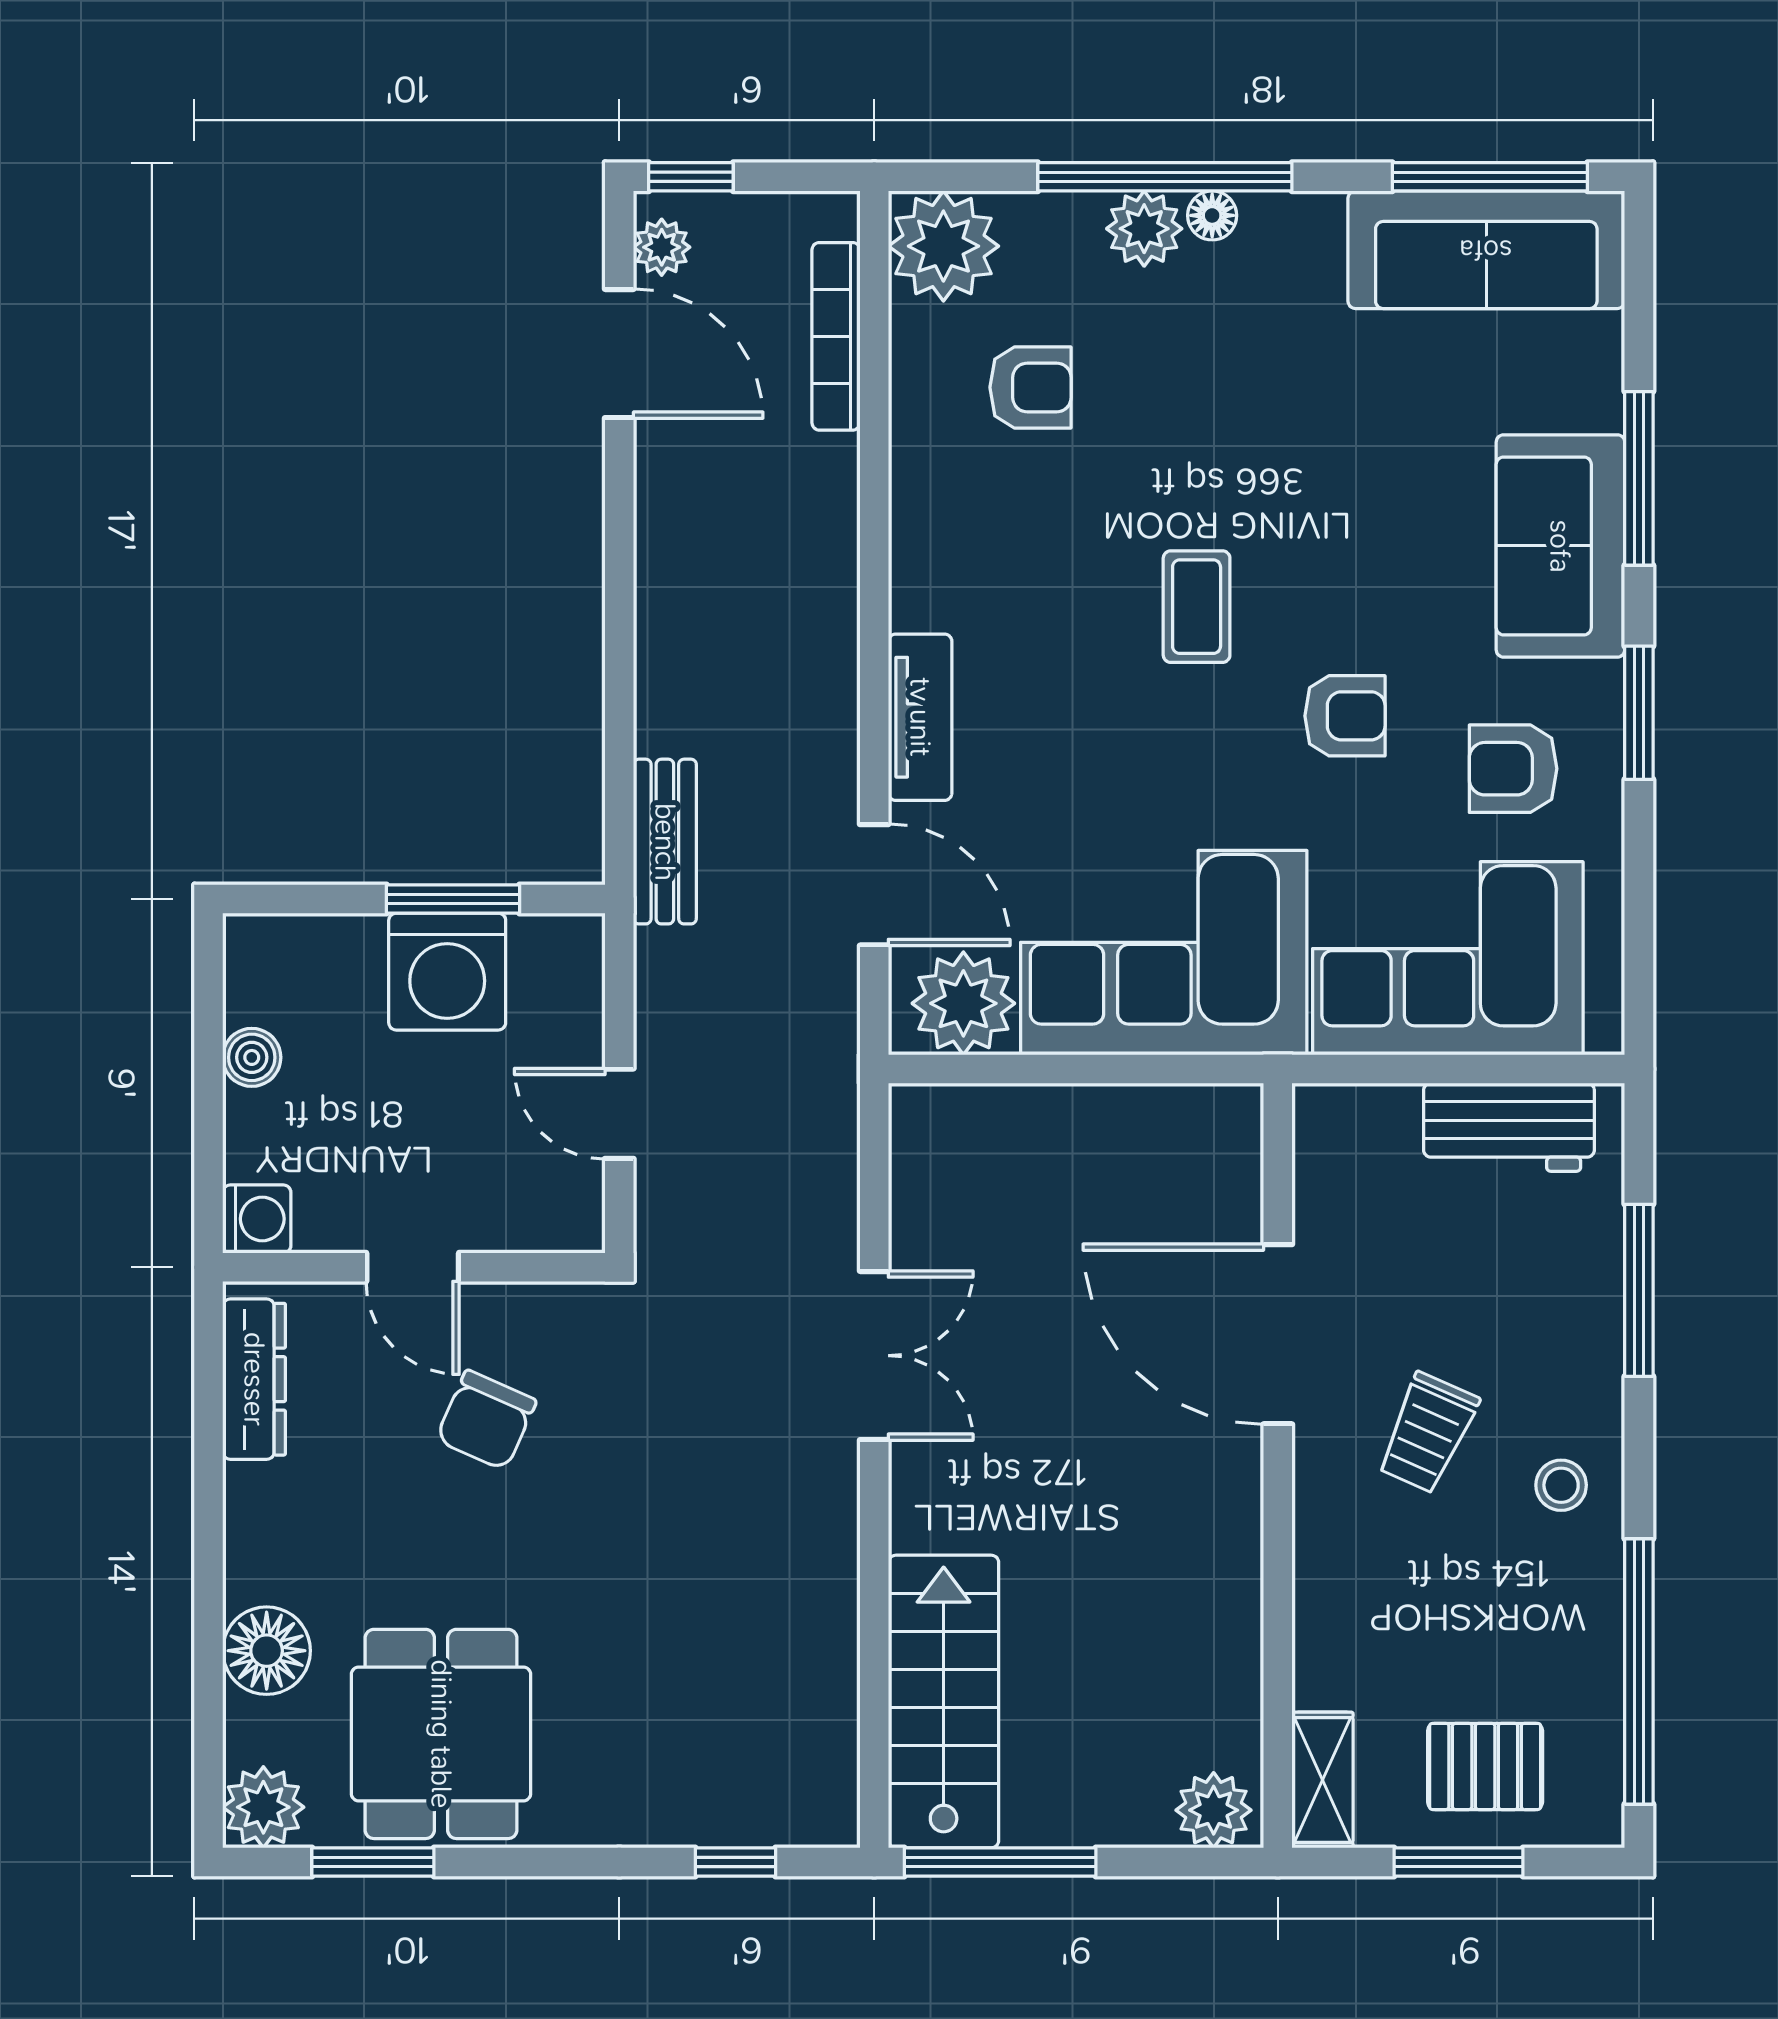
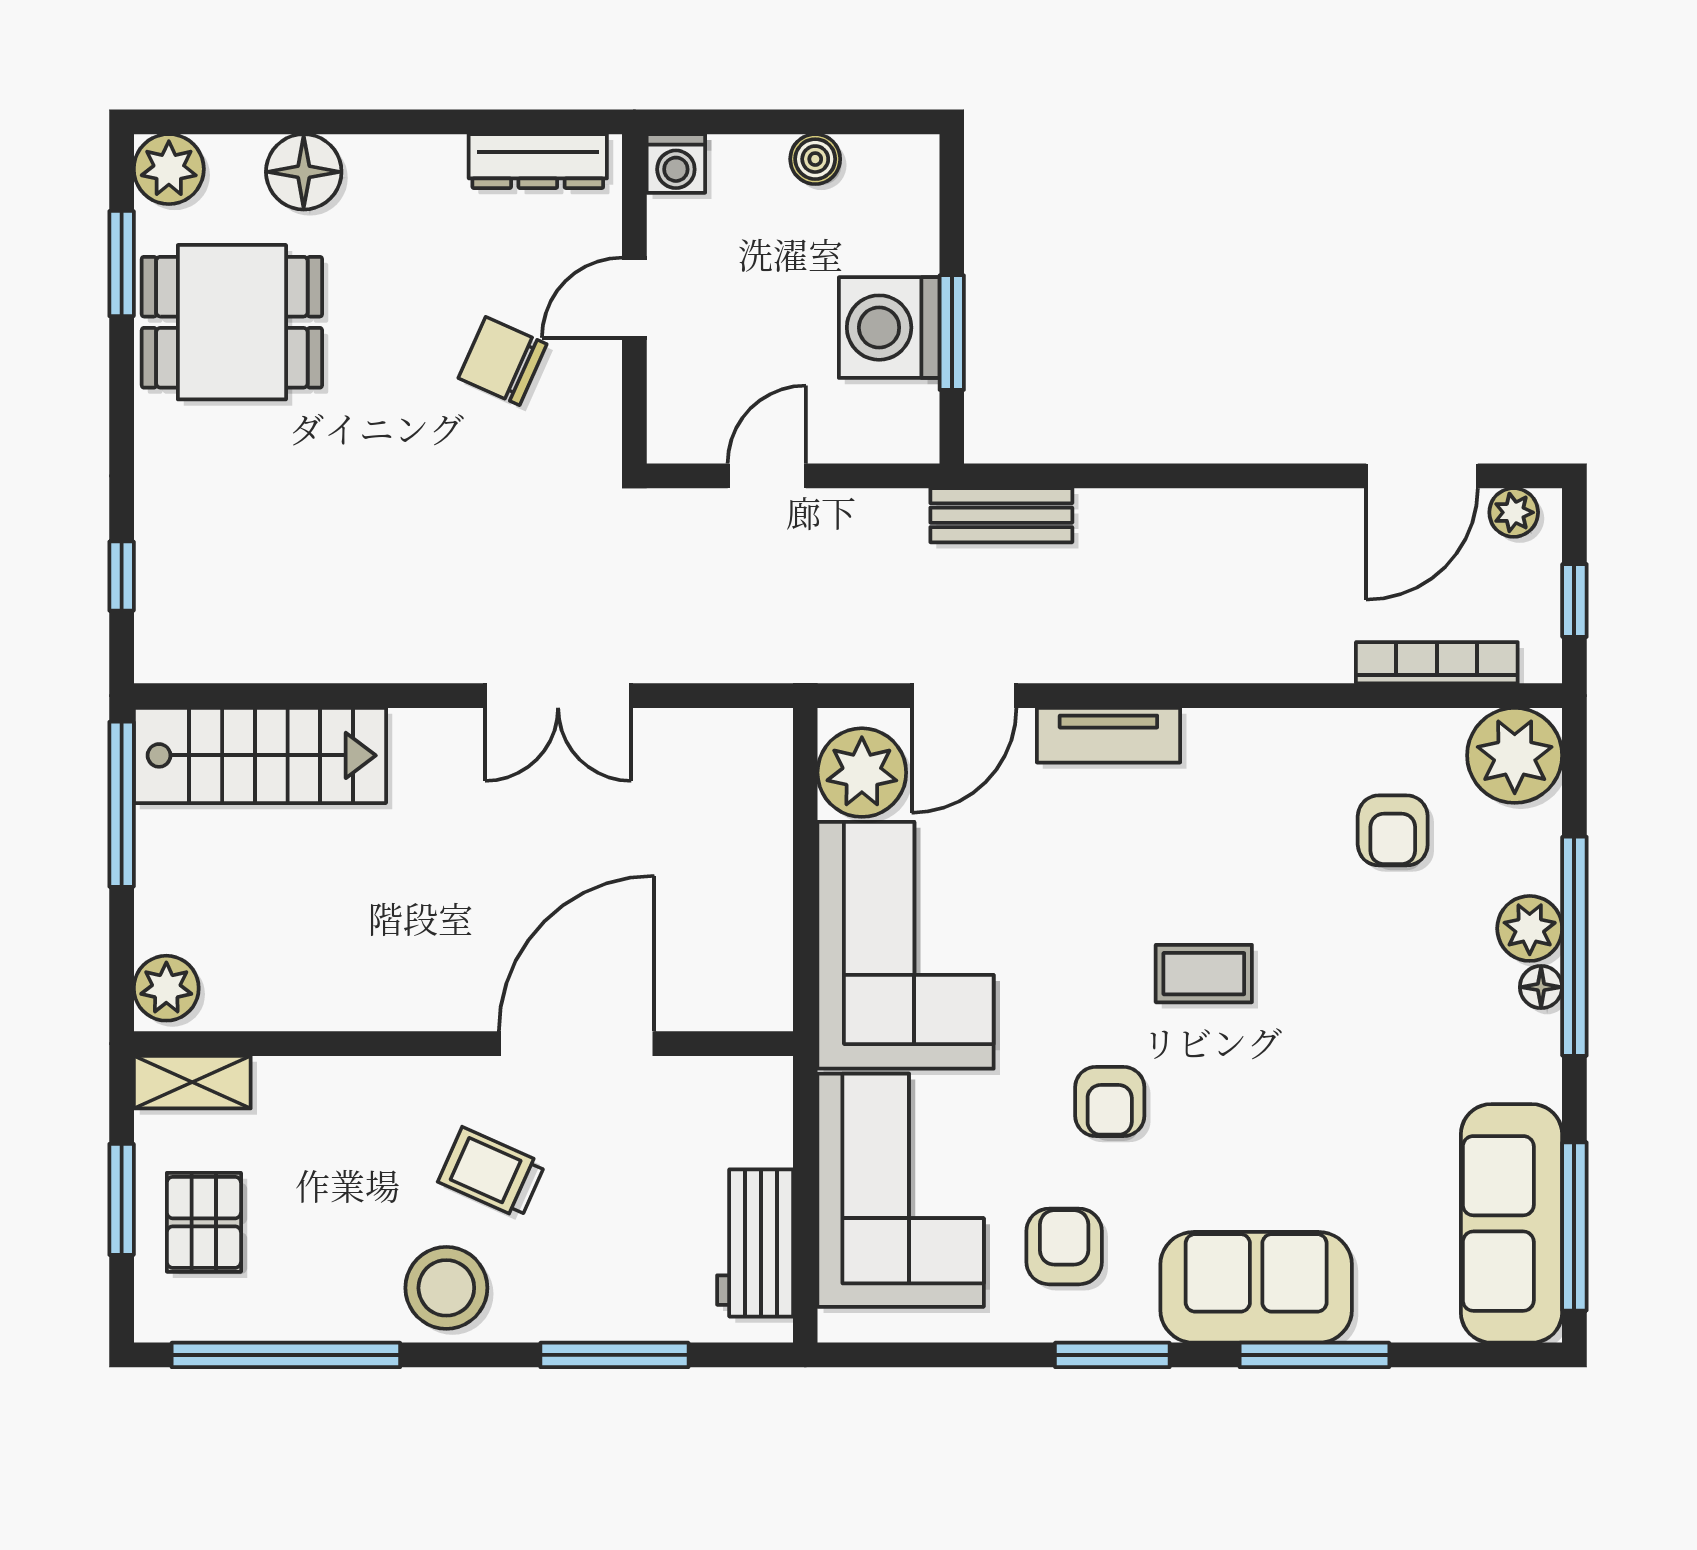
window: (691, 177) -> (1574, 601), moved
stool: (1561, 1485) -> (446, 1288), width x1.89, depth x1.89

